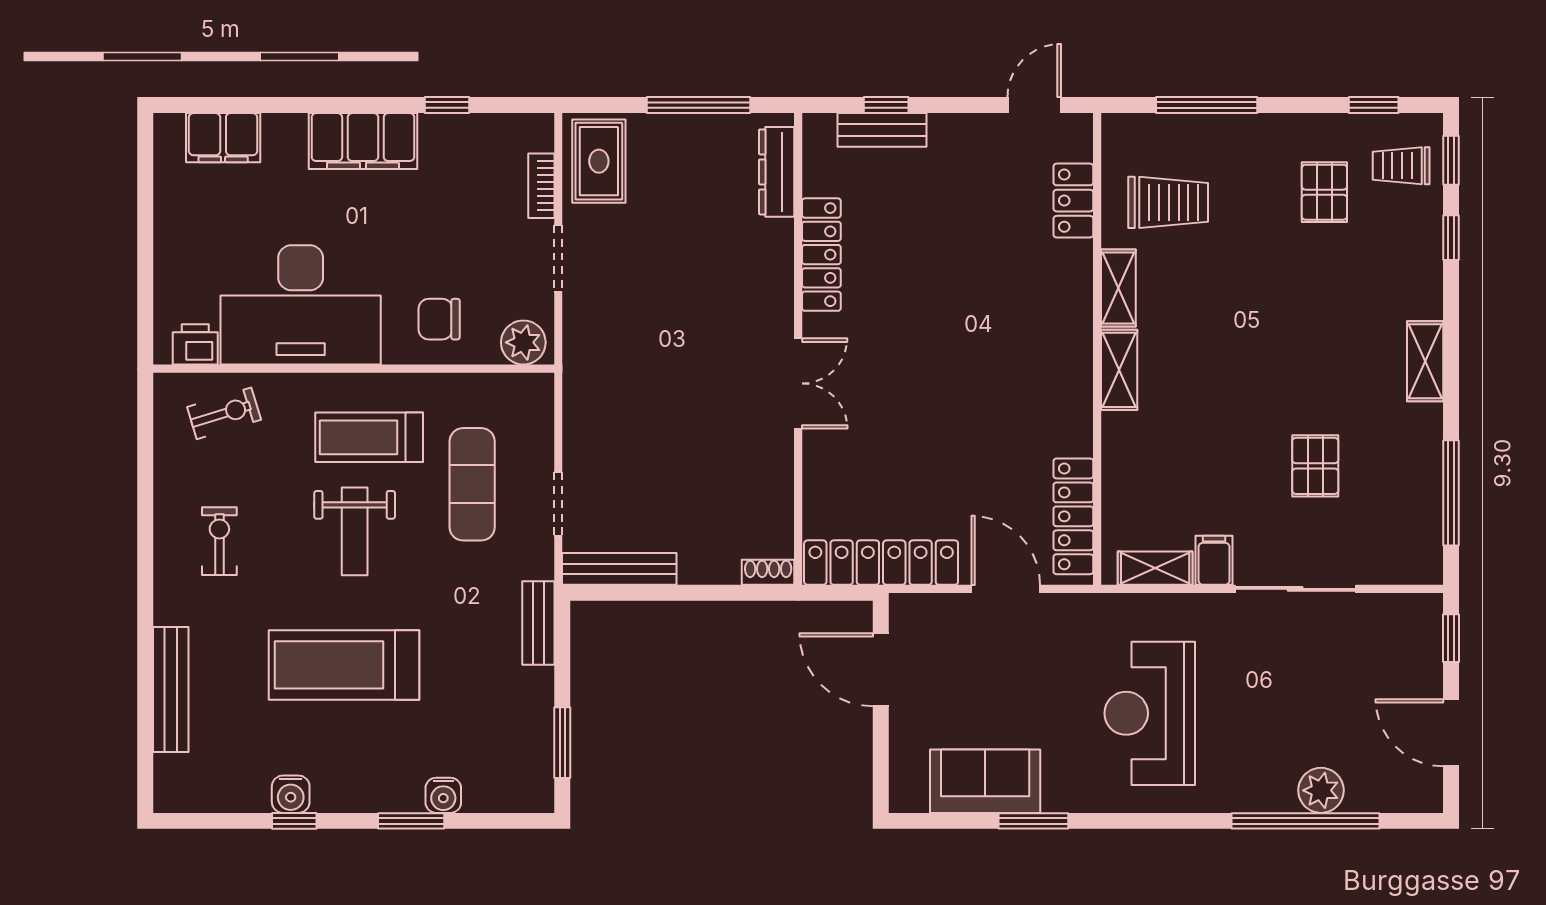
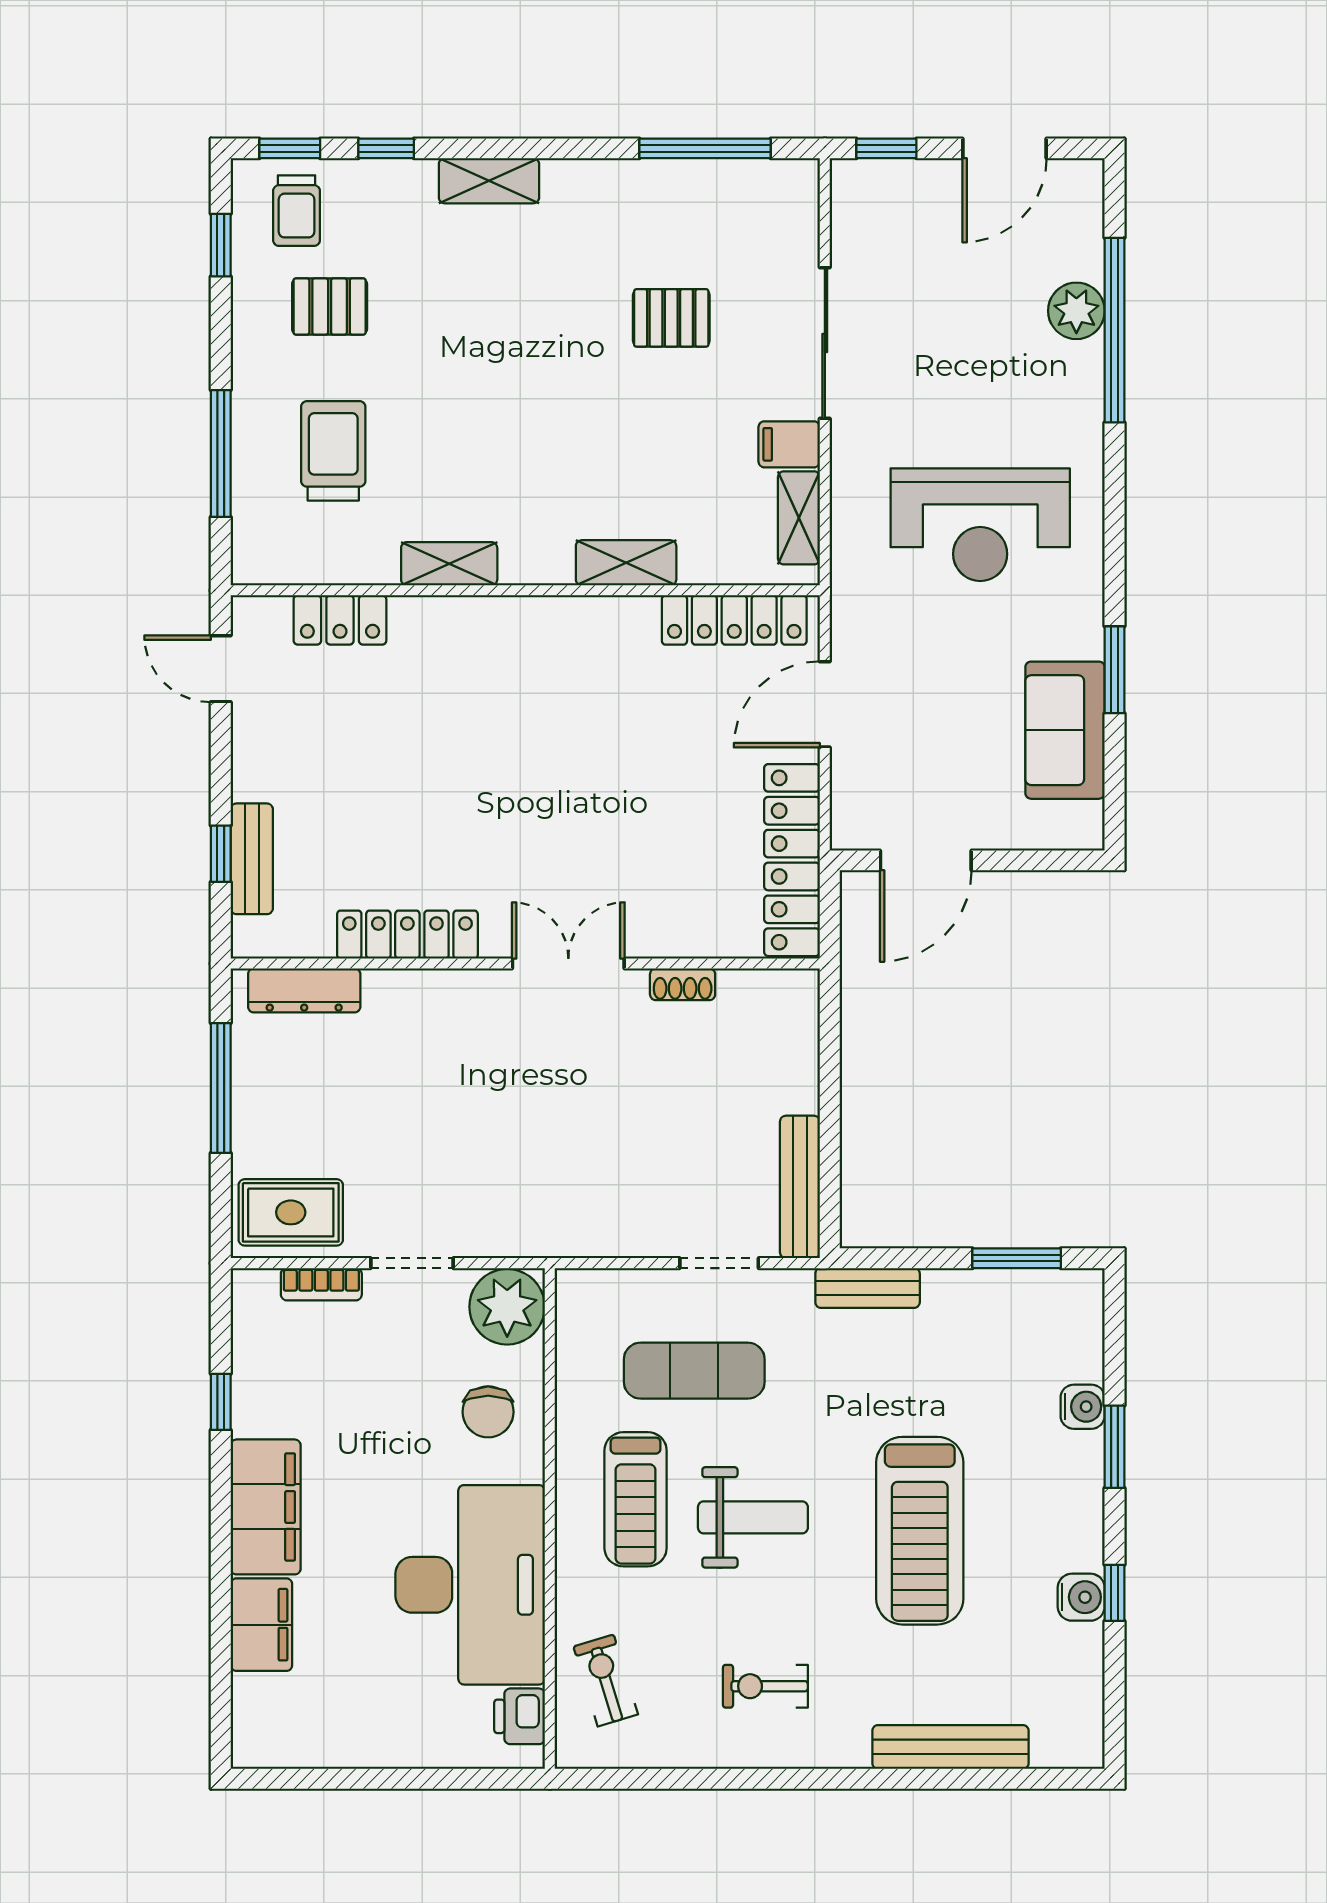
filing cabinet: (223, 138) -> (261, 1625), moved
trolley: (1168, 202) -> (333, 451), moved
plant: (523, 342) -> (507, 1307), width x1.36, depth x1.36
shelving: (1425, 361) -> (489, 181), moved
shelving: (1119, 370) -> (626, 563), moved
shoe rack: (768, 572) -> (683, 984), moved, turned -90

